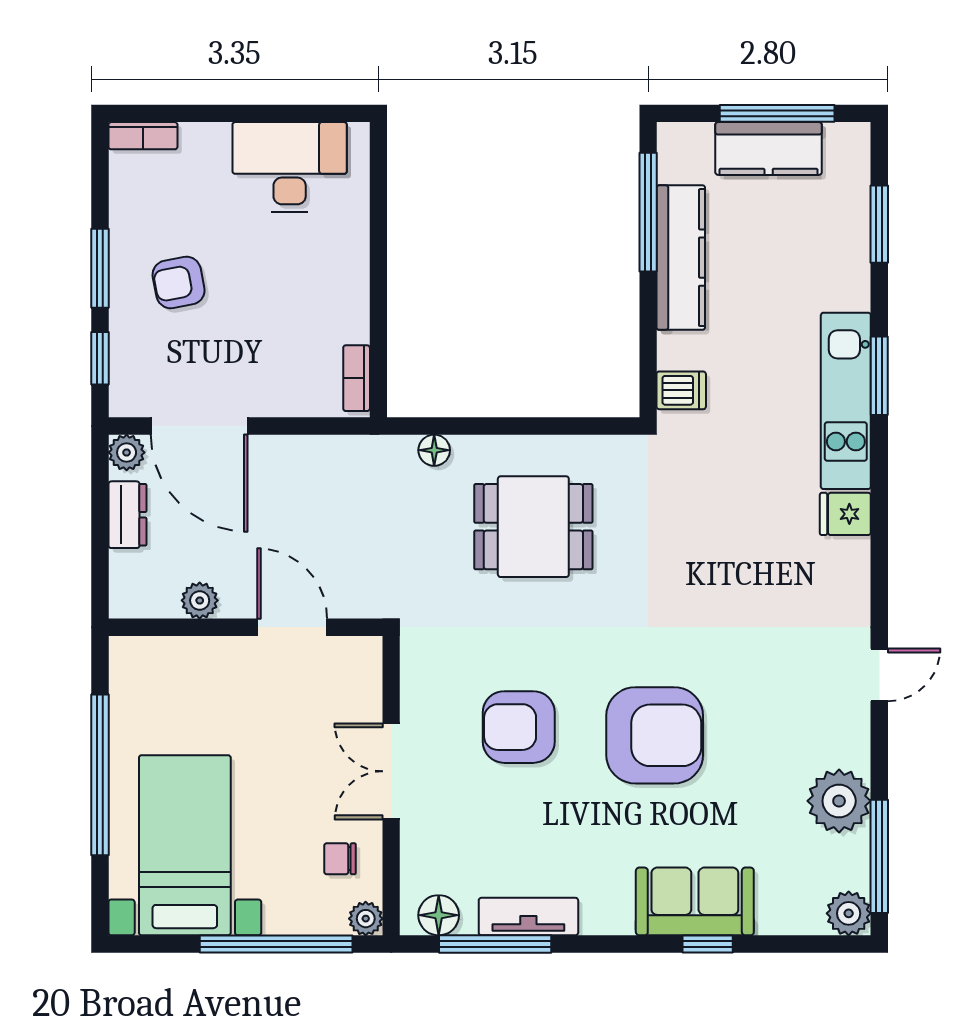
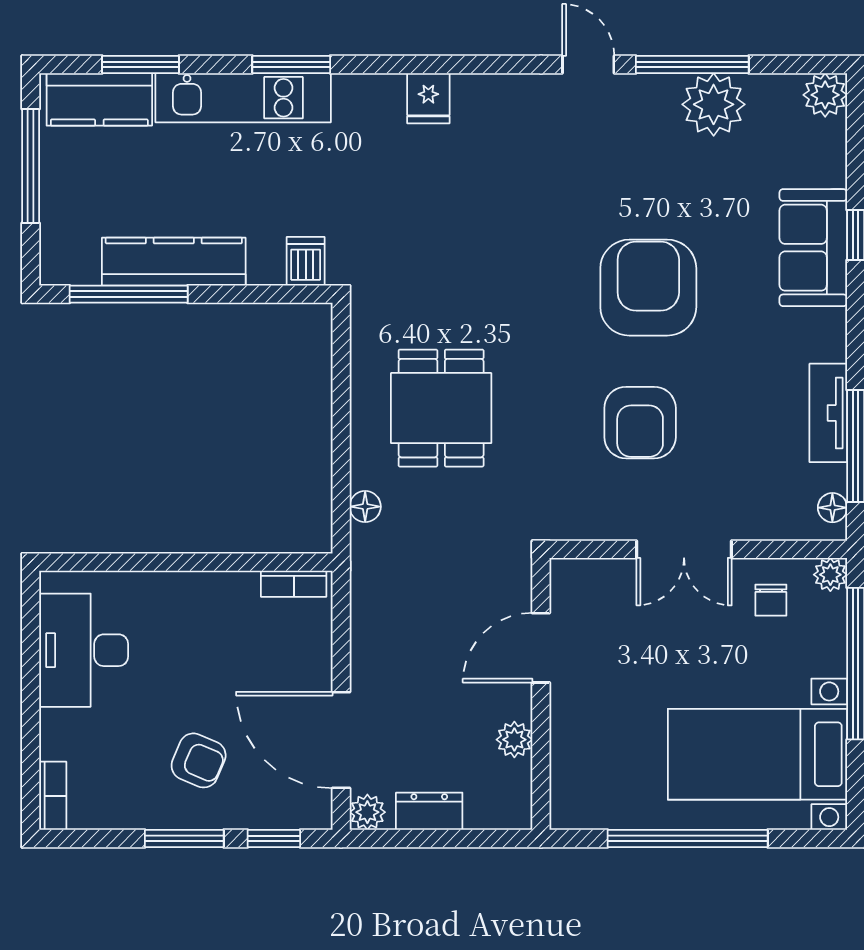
kitchen counter: (769, 148) -> (99, 99), moved, turned 90
armchair: (179, 282) -> (199, 760), turned -56
kitchen unit: (846, 401) -> (243, 98), moved
door: (199, 426) -> (341, 740), swing flipped
window: (879, 856) -> (692, 65), moved
floor lamp: (439, 915) -> (832, 508), width x0.73, depth x0.73

